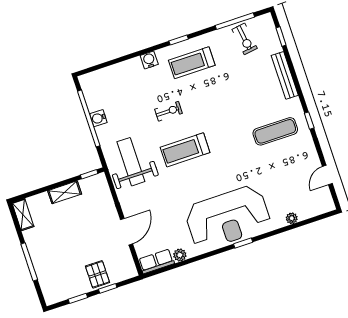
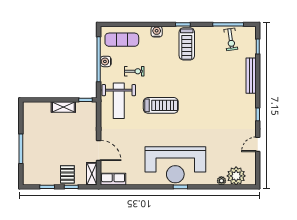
treadmill: (192, 63) -> (187, 44), turned -90
exercise bike: (169, 111) -> (134, 71), moved
exercise mat: (275, 131) -> (122, 40), moved
treadmill: (185, 150) -> (161, 105), turned 180
weight bench: (131, 162) -> (119, 101), turned 180
door: (327, 175) -> (258, 144), moved
shelving: (23, 215) -> (92, 174), moved
door: (127, 232) -> (99, 150), hinge flipped
plant: (180, 255) -> (236, 176), moved, width x1.87, depth x1.87

